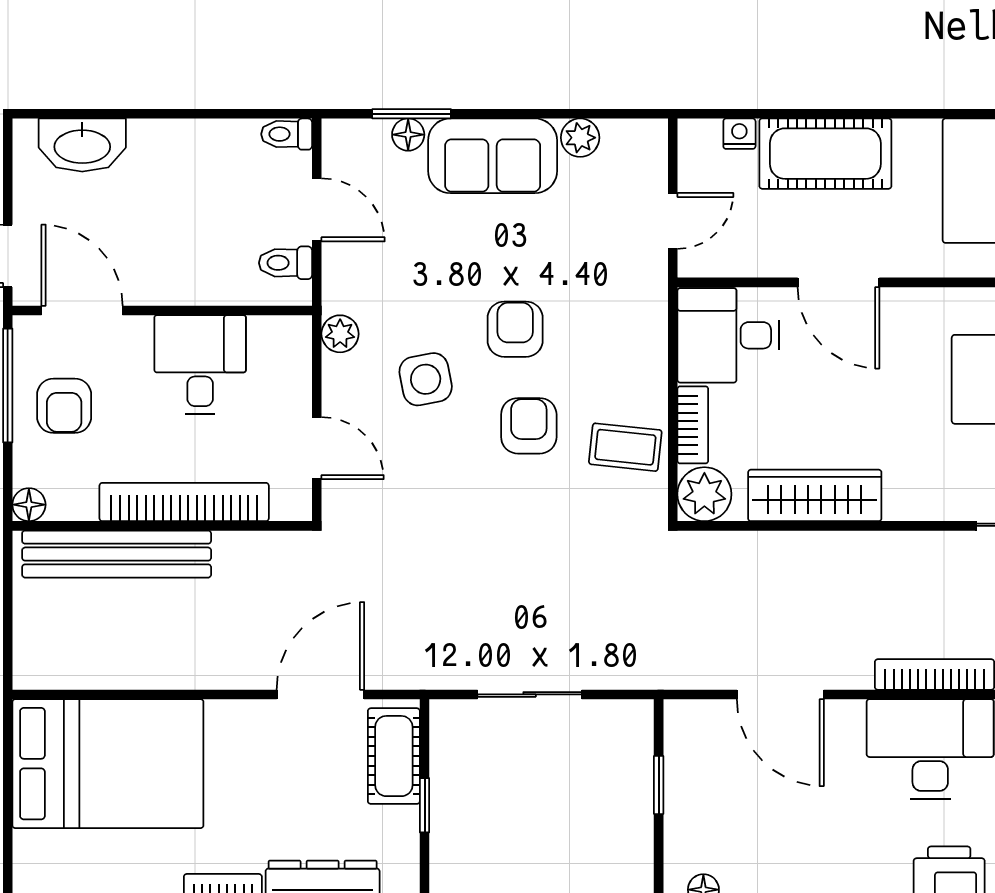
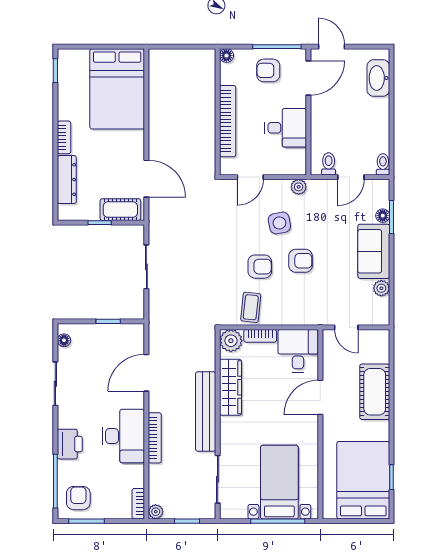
nightstand: (739, 134) -> (383, 355), removed
bench: (117, 554) -> (206, 412), moved

